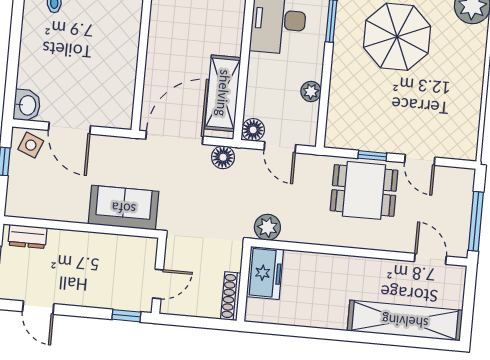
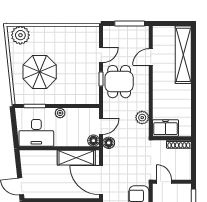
plant: (311, 91) -> (60, 113), moved
floor lamp: (223, 157) -> (109, 143), moved
plant: (267, 227) -> (142, 118), moved
door: (430, 259) -> (151, 57), moved
door: (158, 284) -> (164, 182), moved

